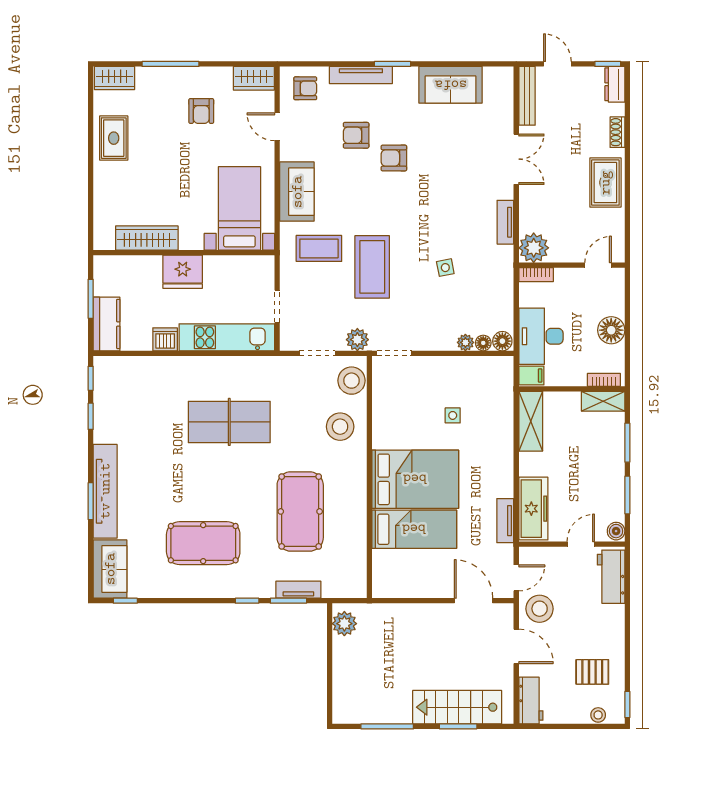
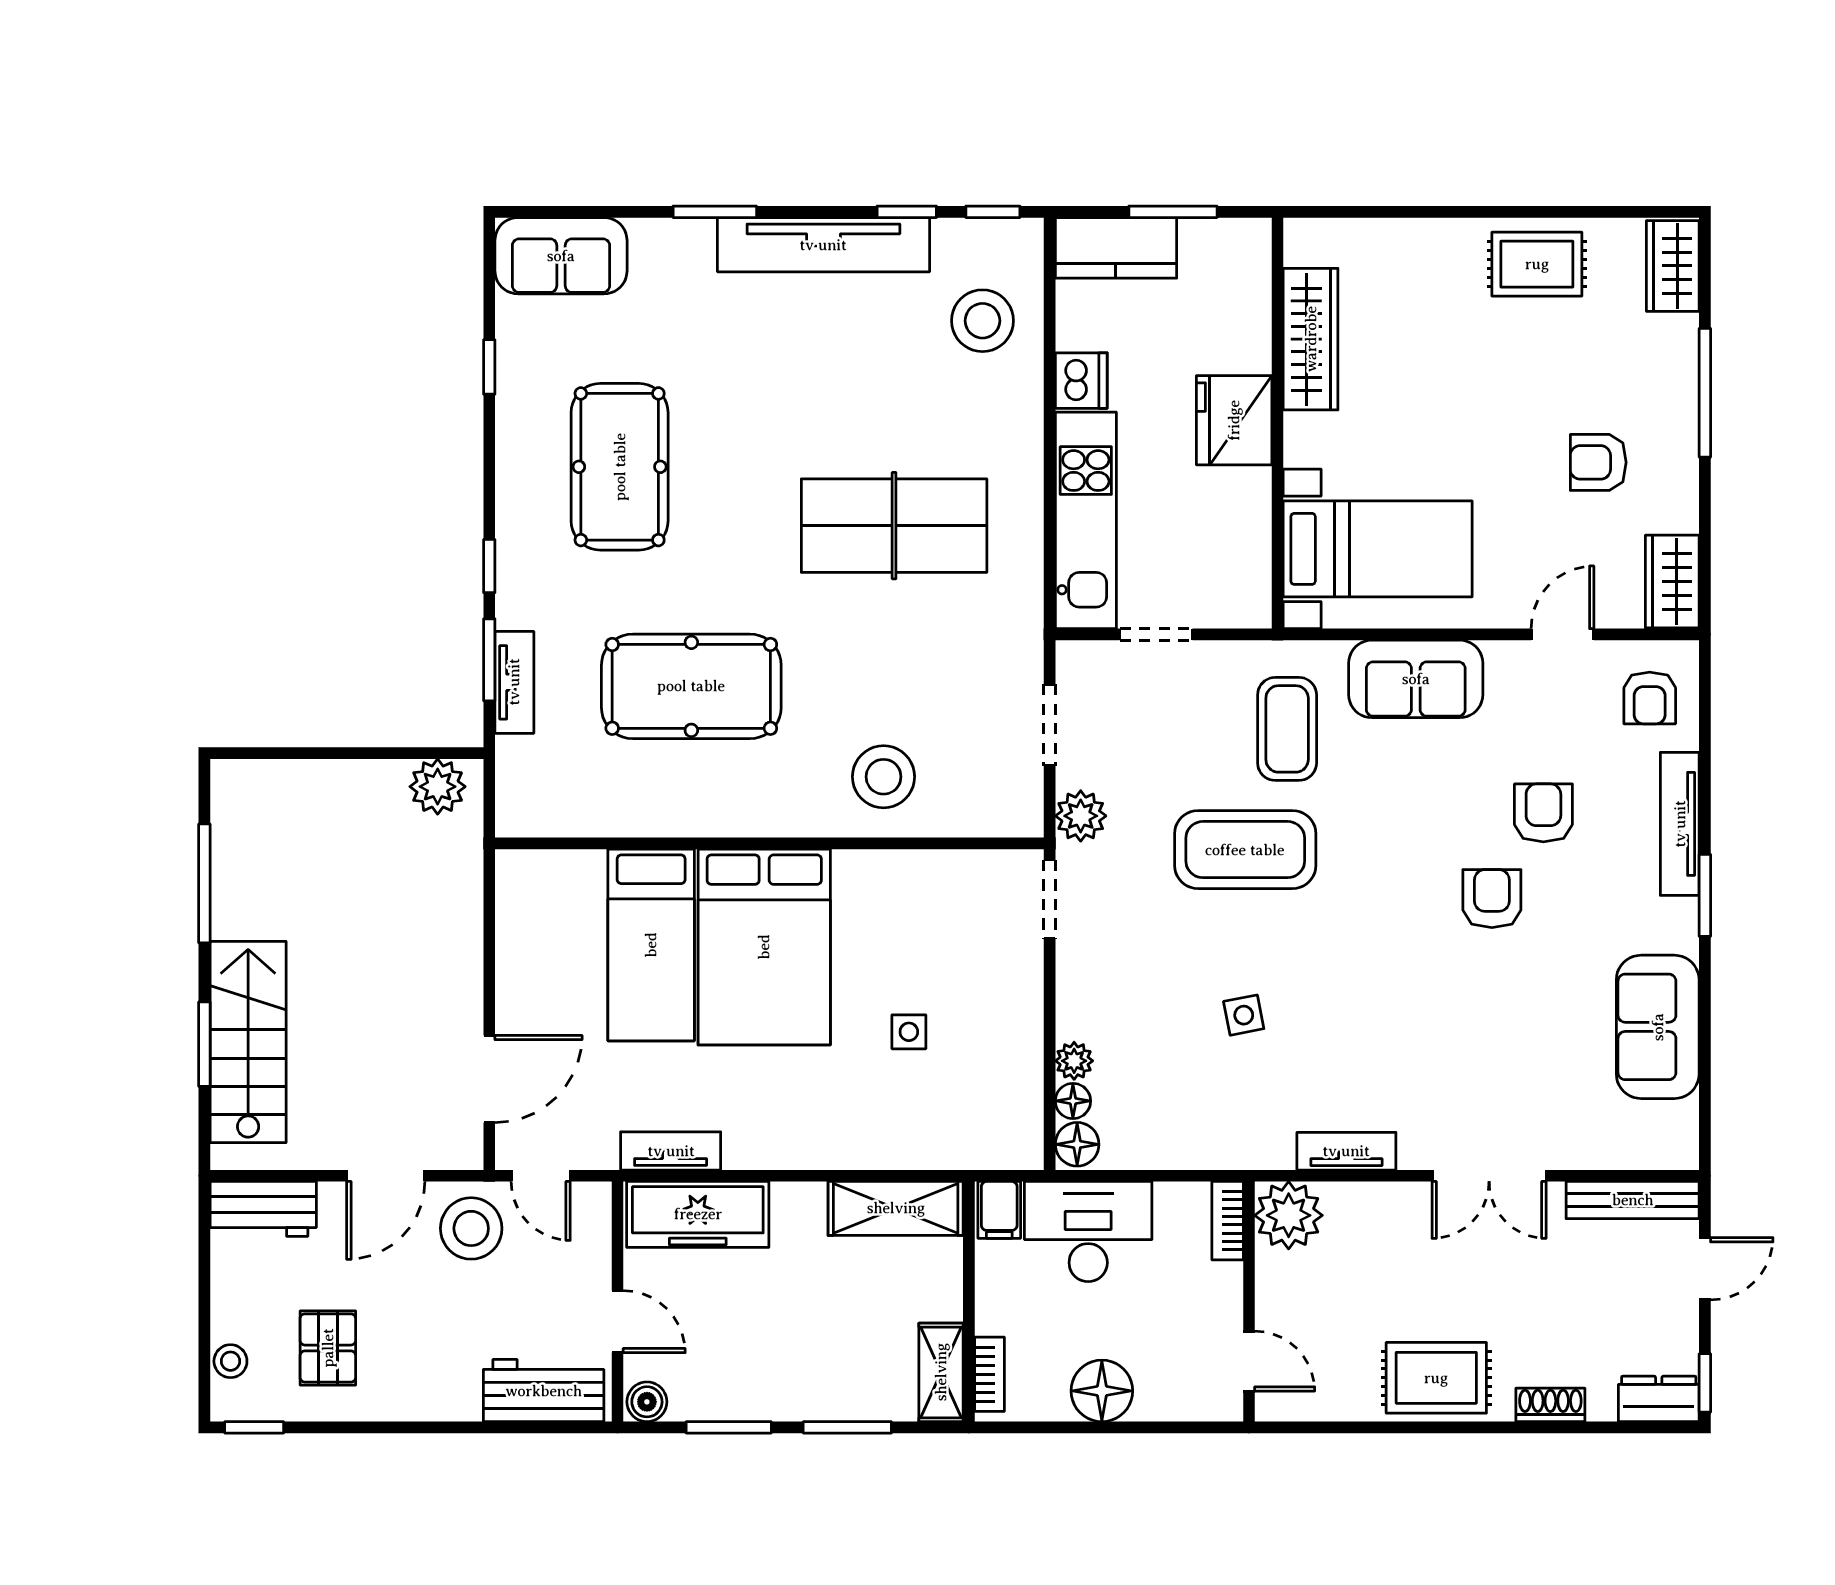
stool: (351, 381) -> (982, 321), moved
table tennis table: (229, 422) -> (894, 526), turned 90
tv unit: (105, 491) -> (823, 245), moved
window: (125, 601) -> (489, 367), moved

